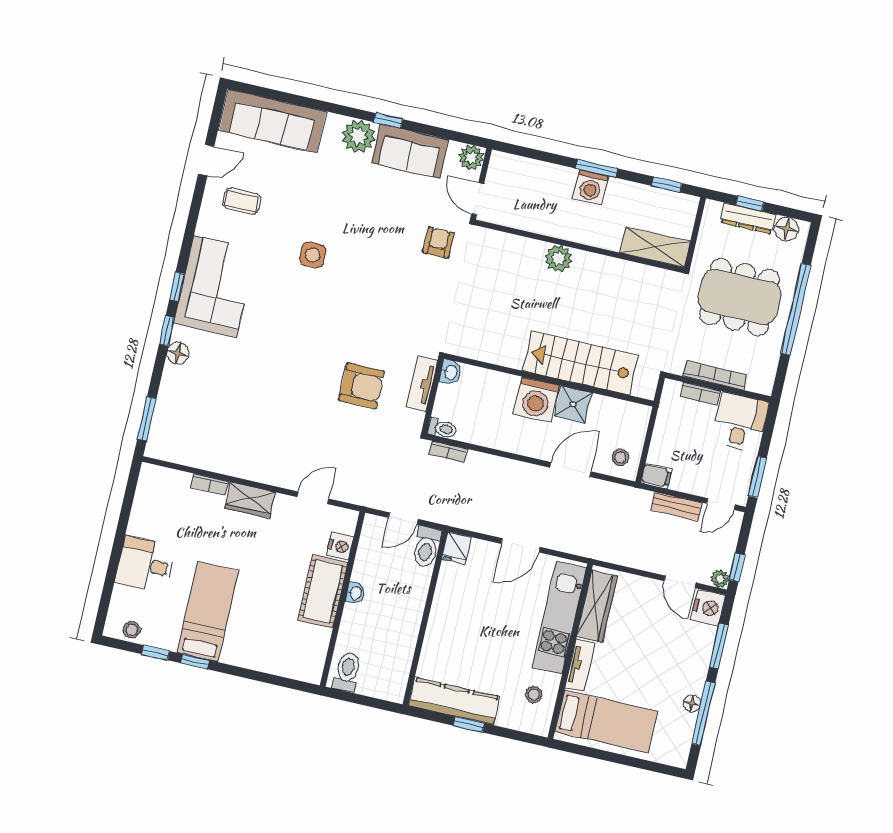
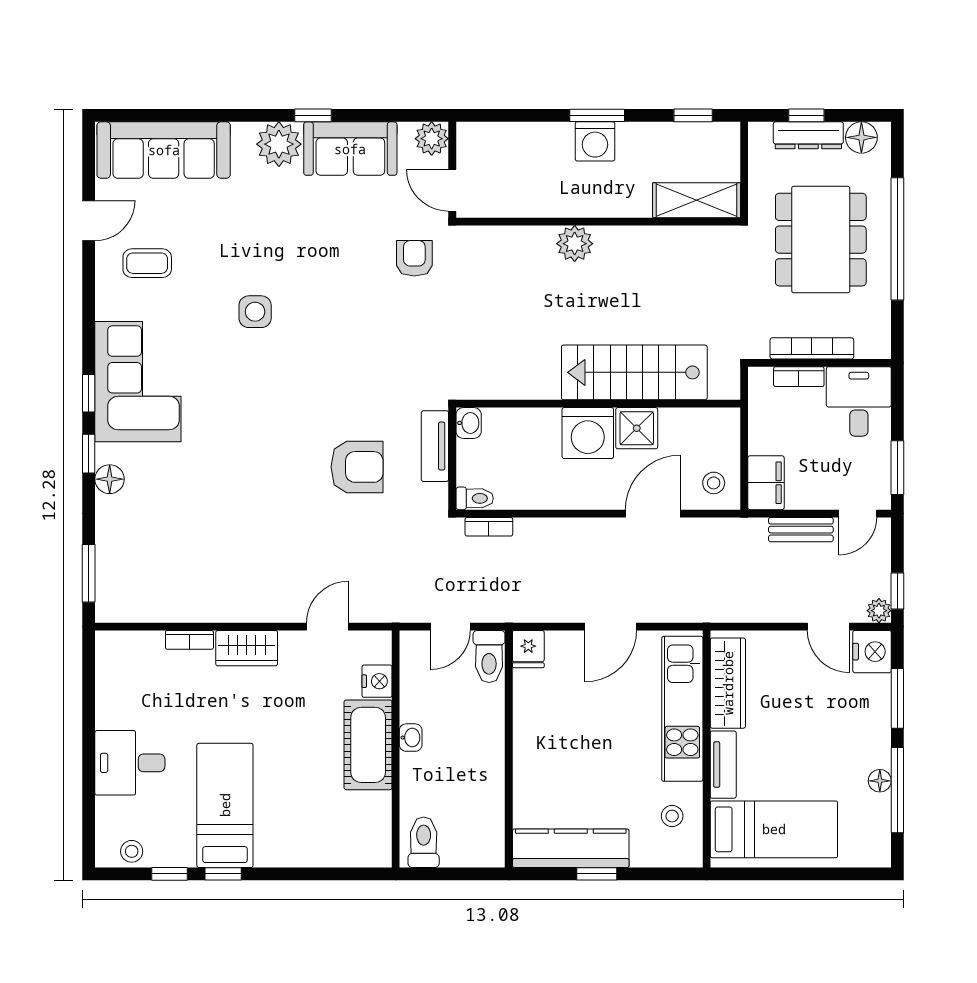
dining table: (740, 297) -> (821, 240), turned 90
filing cabinet: (656, 476) -> (766, 483), width x2.00

